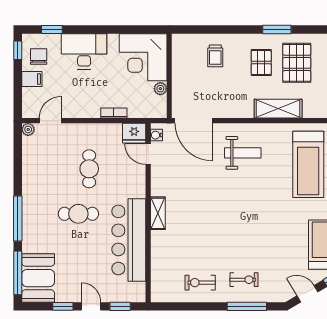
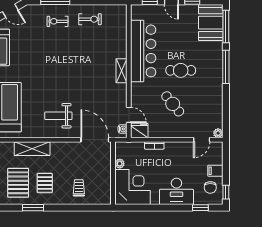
cafe table: (89, 169) -> (173, 104), turned -39

